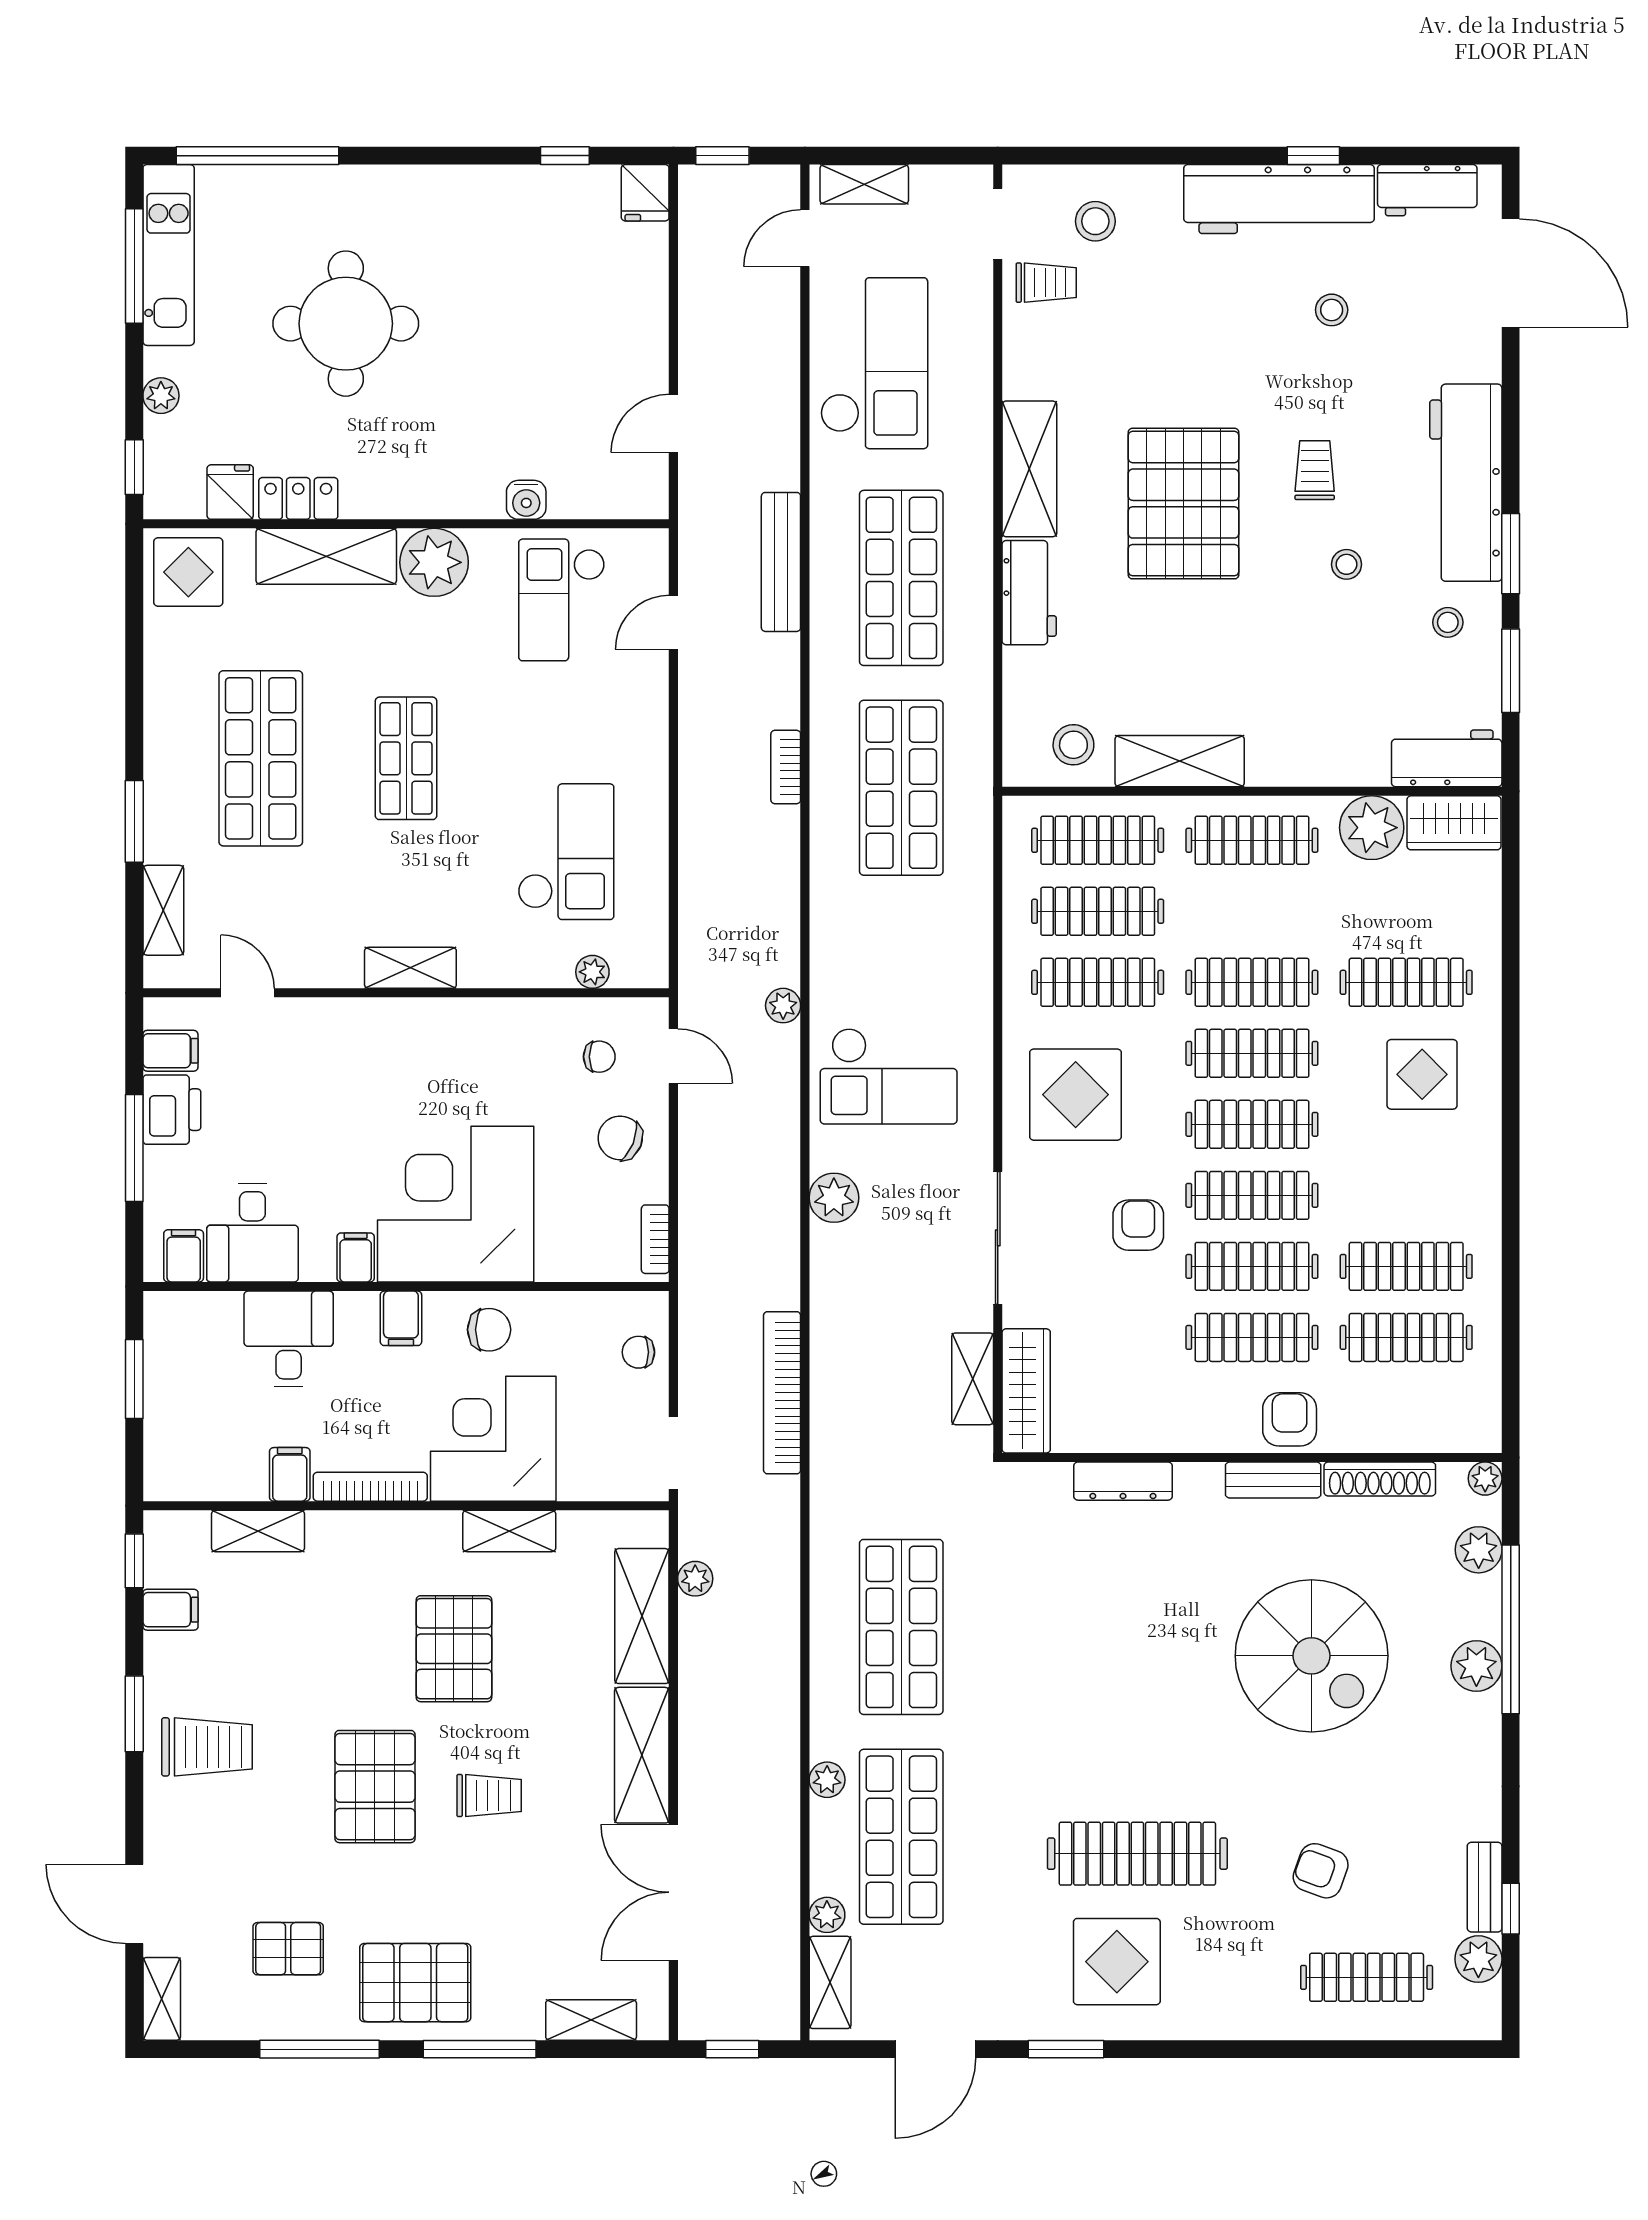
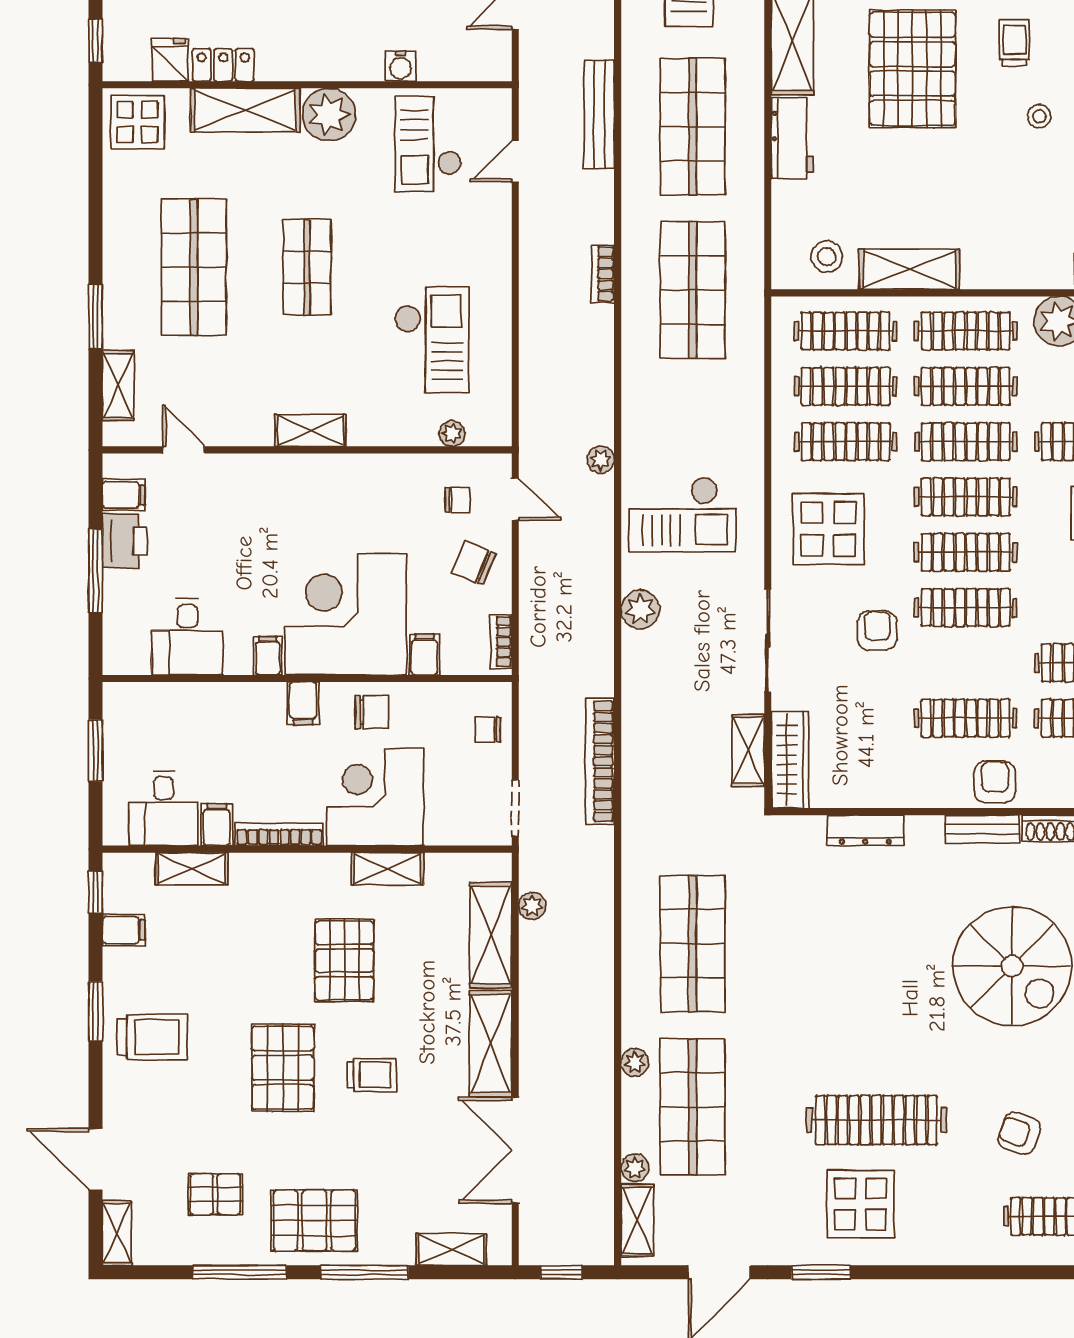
filing cabinet: (184, 1256) -> (424, 655), moved
clothes rail: (1252, 1266) -> (966, 386), moved
desk: (289, 1339) -> (163, 808), moved, turned 180

